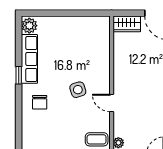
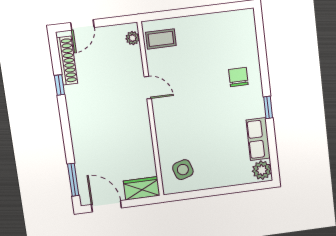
row of seats: (29, 59) -> (258, 139), width x0.68
side table: (78, 90) -> (183, 170), moved

